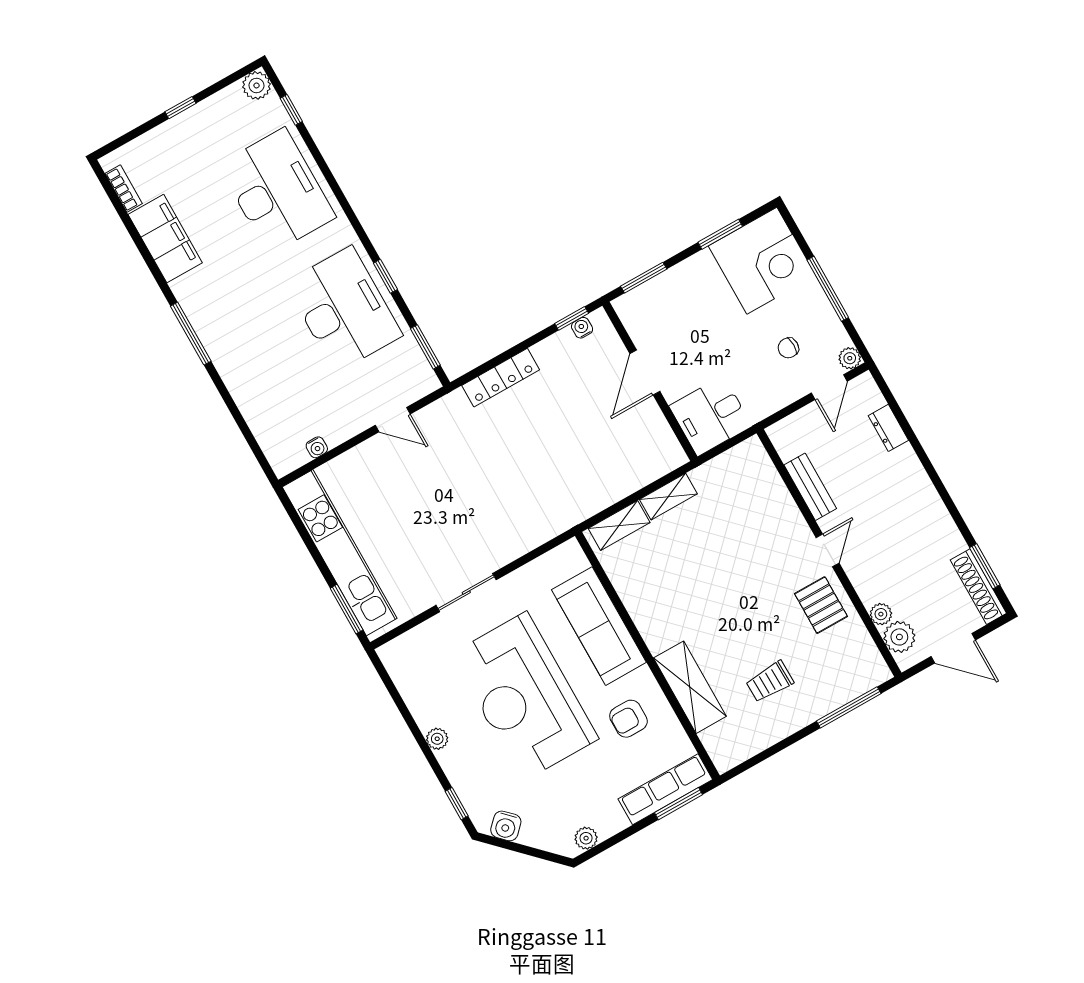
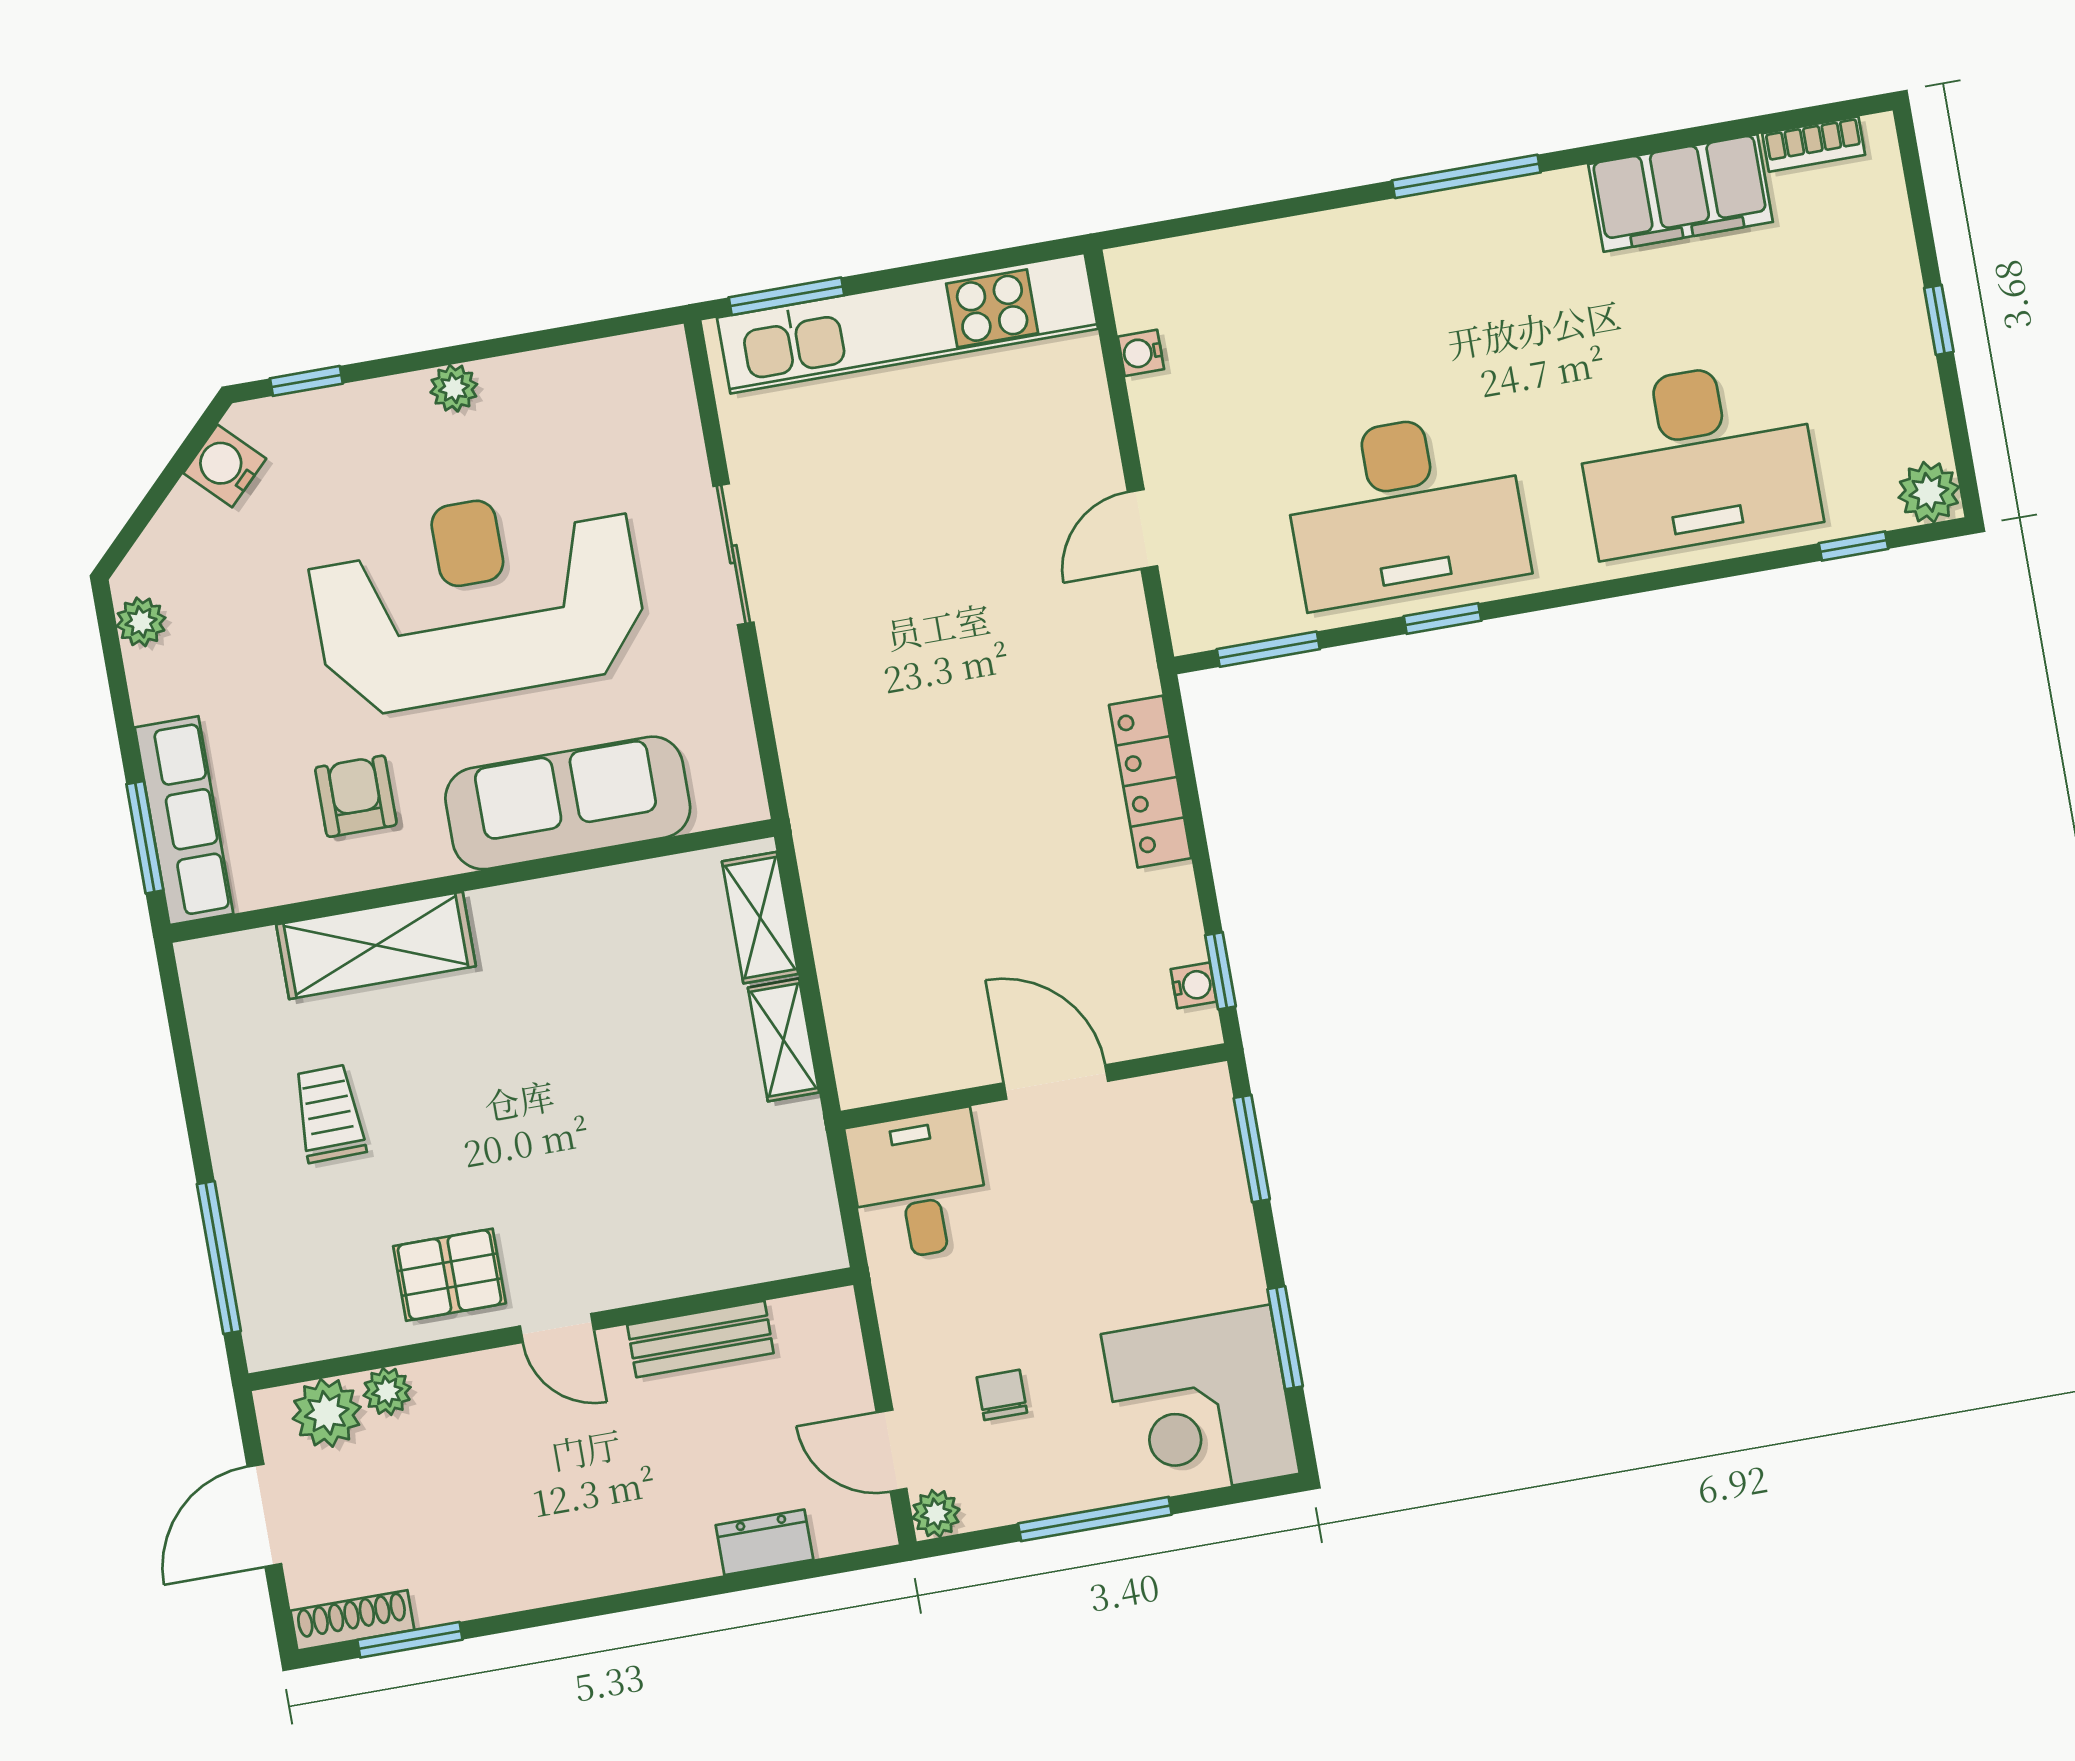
shoe rack: (978, 587) -> (352, 1620), width x0.74, depth x0.81

